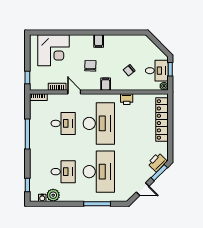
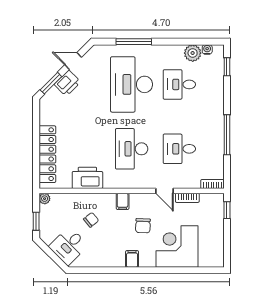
corner desk: (54, 50) -> (177, 247), moved
desk: (157, 71) -> (69, 246), moved, turned -45
printer: (127, 99) -> (87, 178), width x1.87, depth x1.48
desk: (99, 123) -> (132, 149), width x0.73, depth x0.77
printer: (157, 162) -> (67, 83), moved

